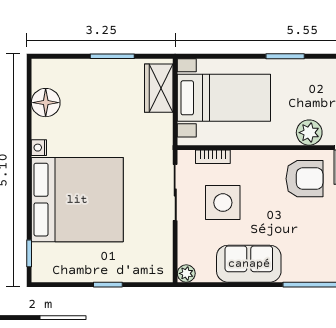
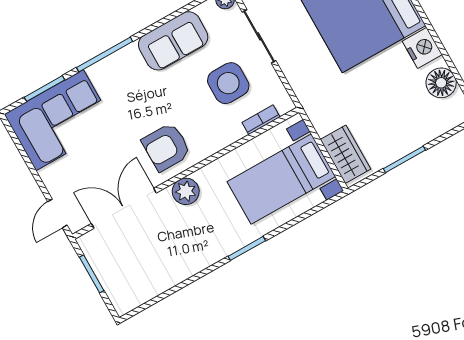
nightstand: (39, 148) -> (422, 48), width x1.89, depth x1.79
sliding door: (175, 192) -> (259, 36), moved

